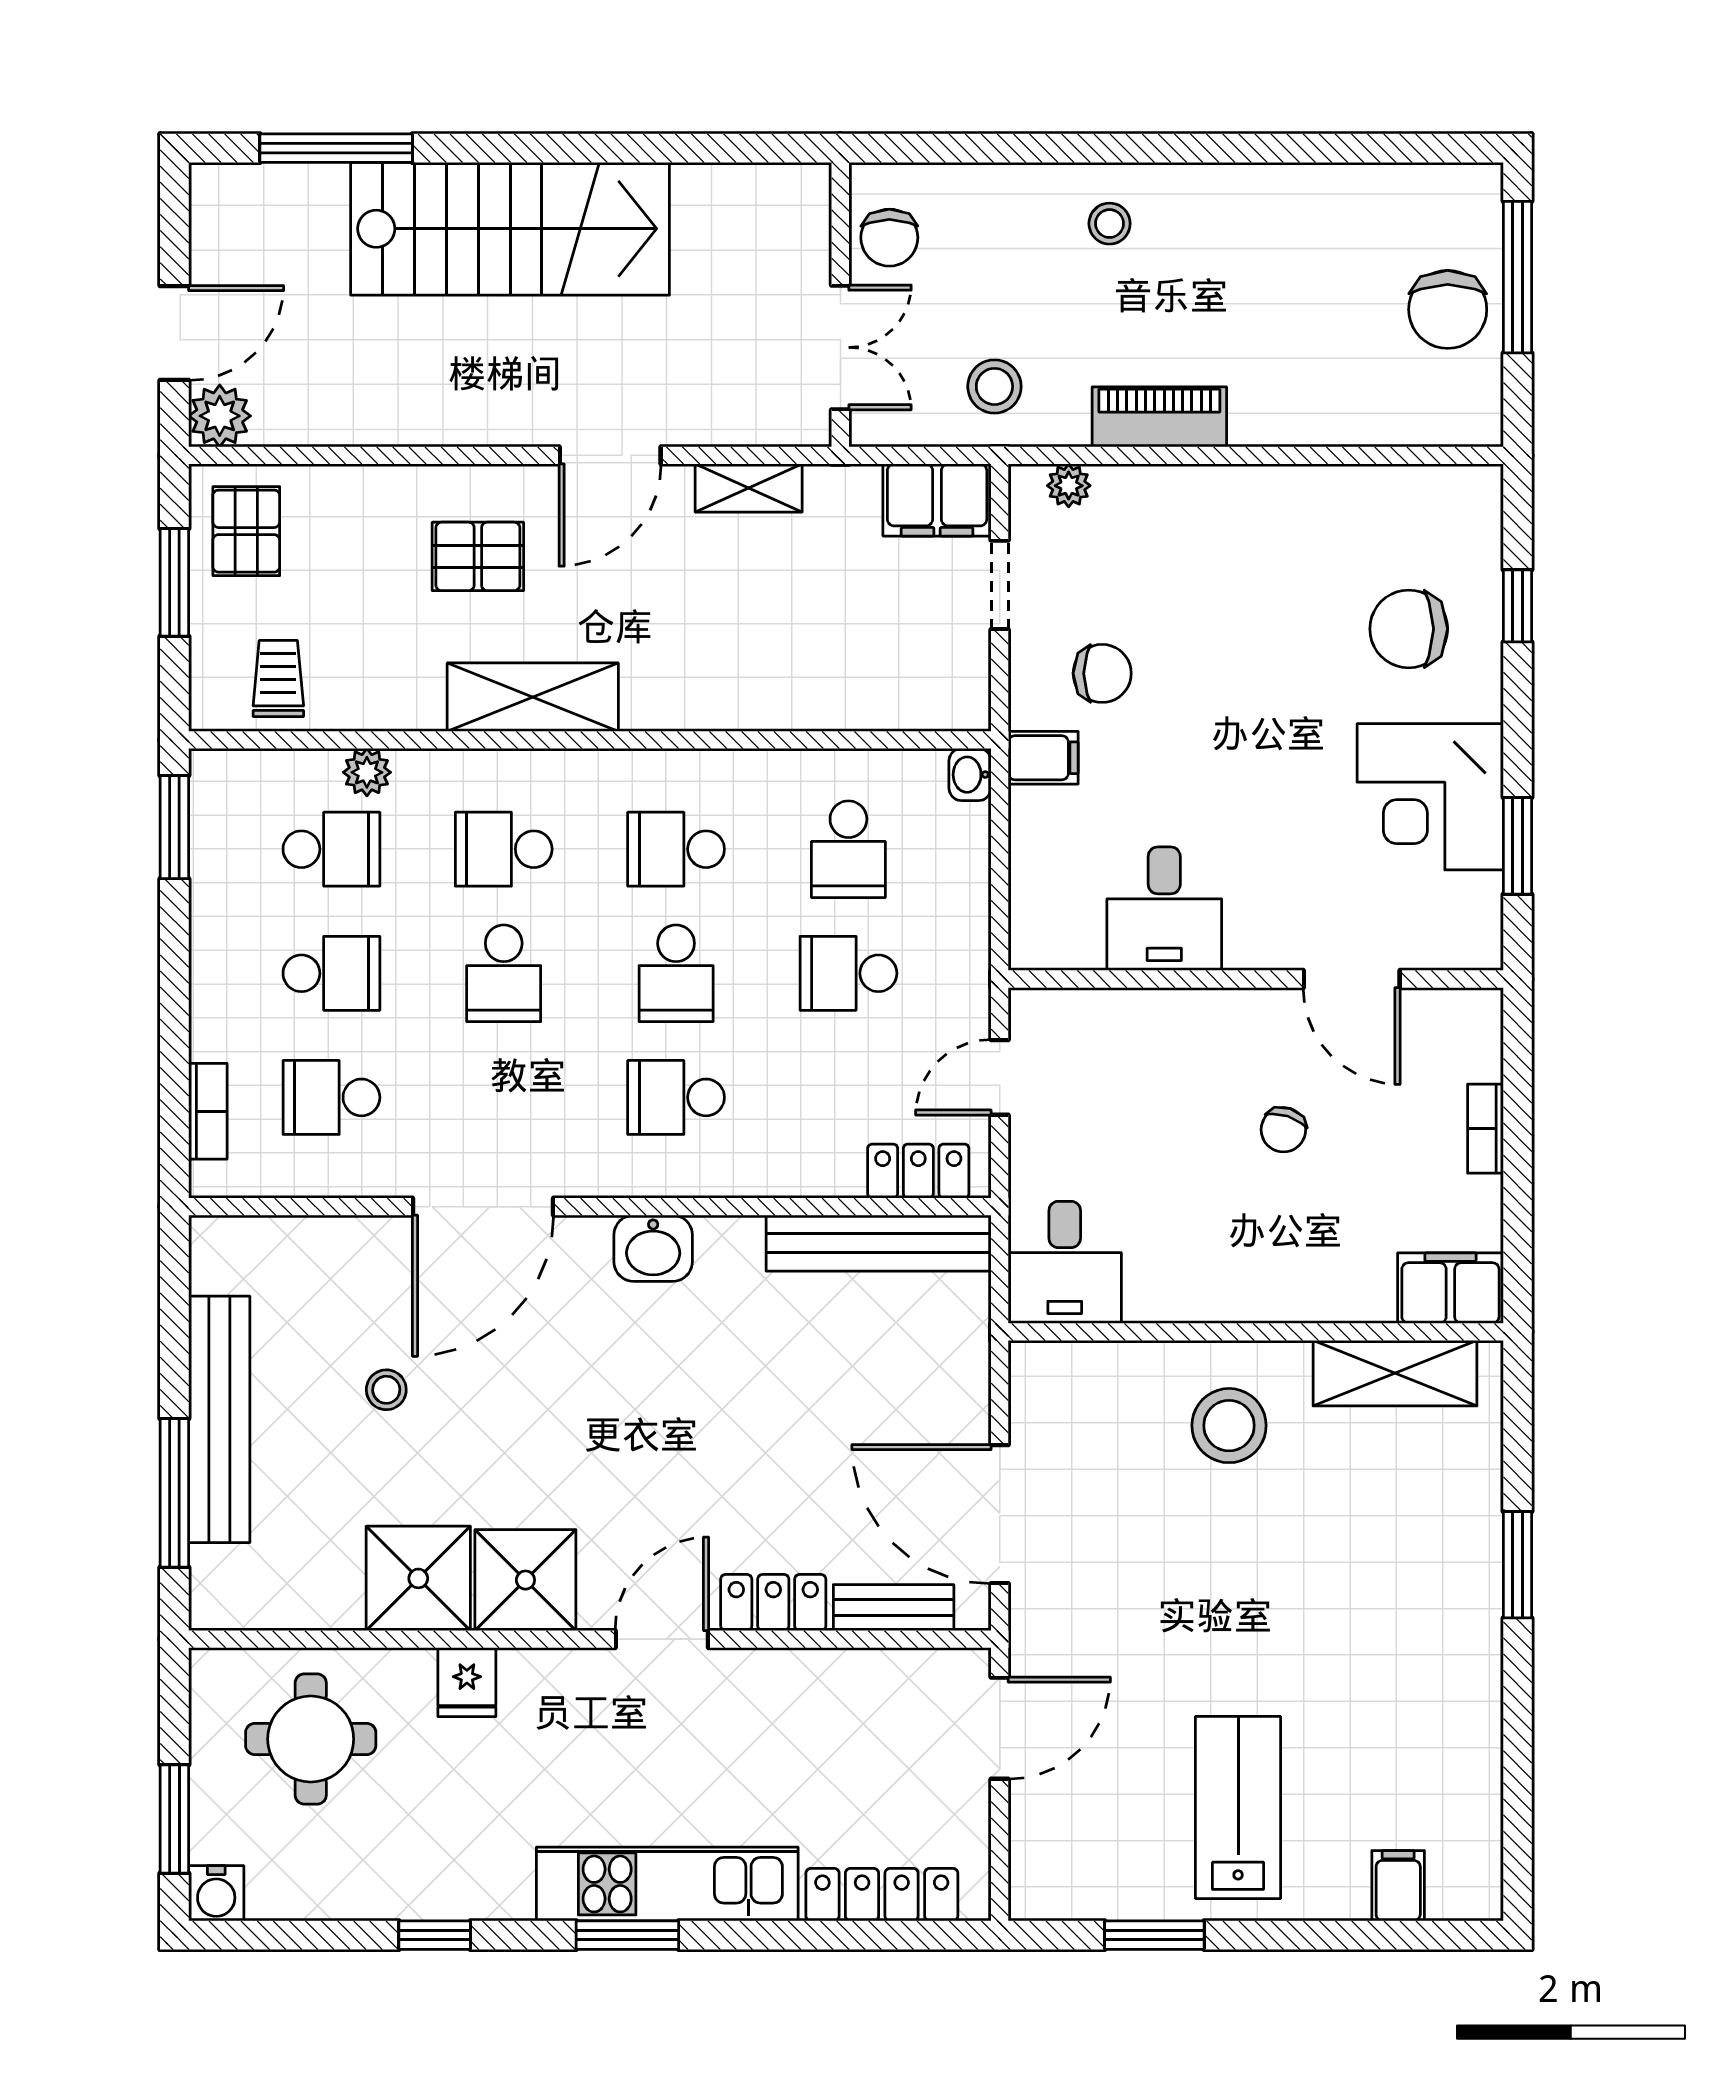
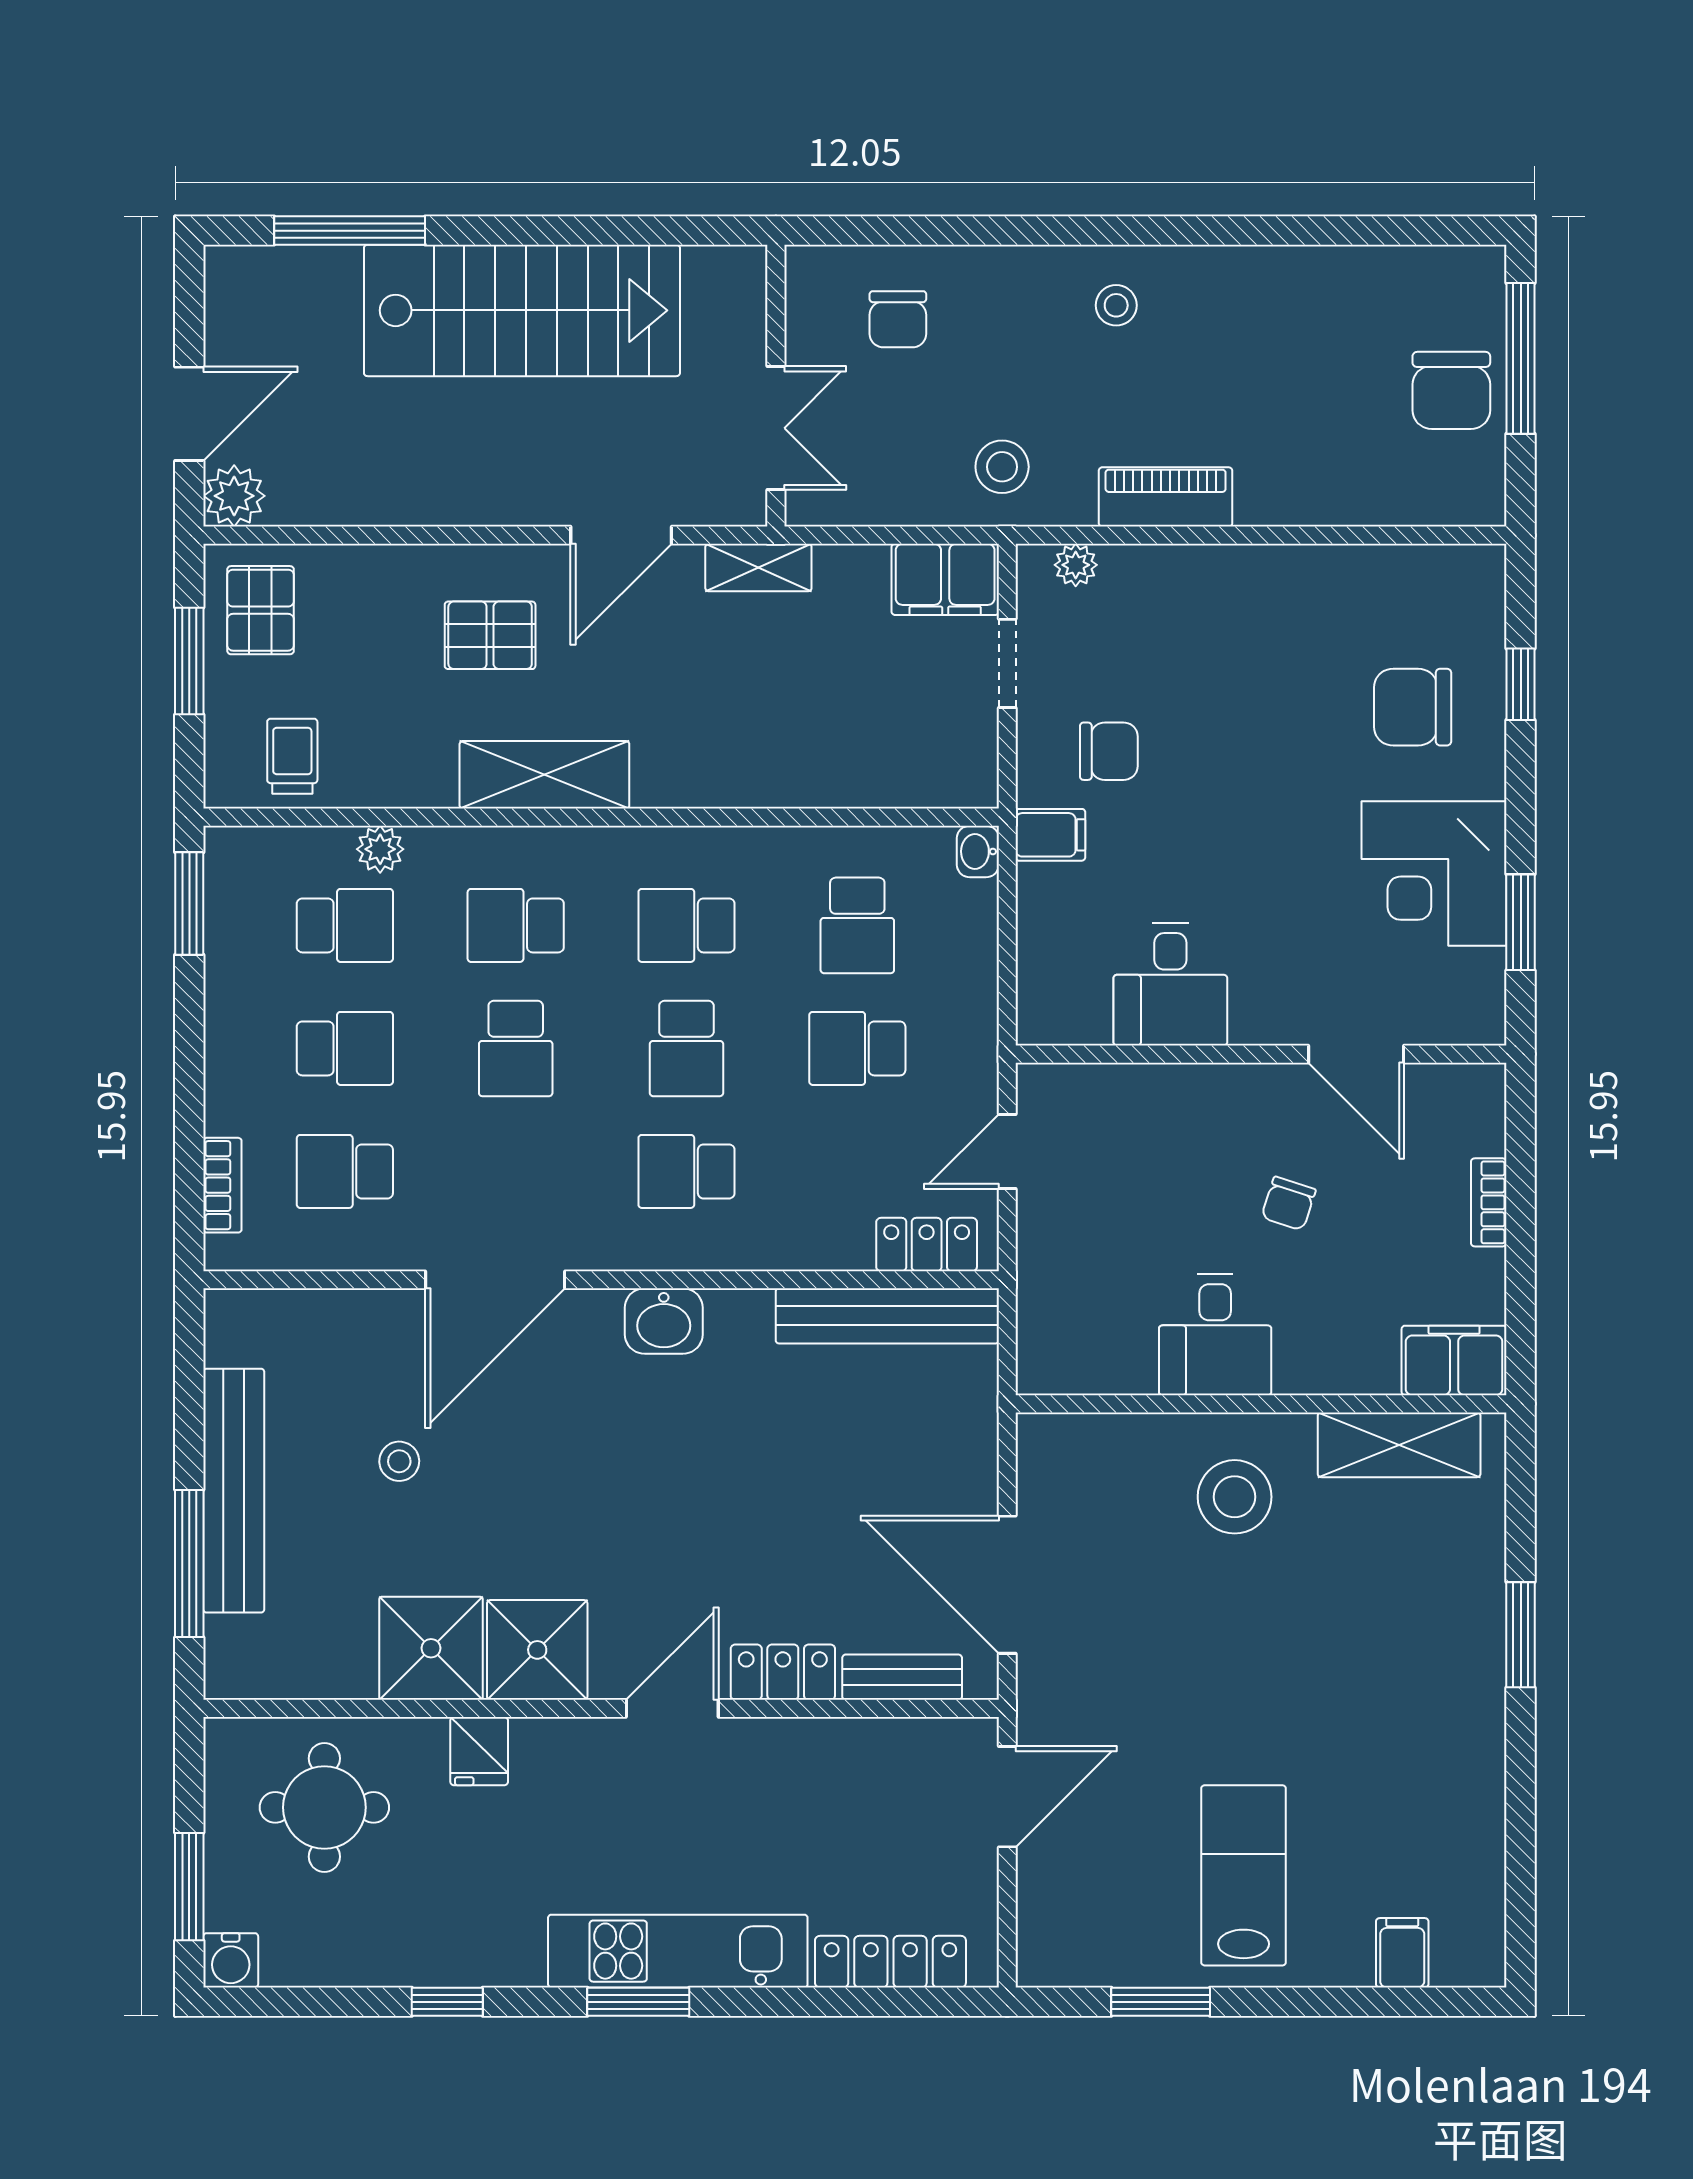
wall: (840, 305) -> (776, 386), moved
double door: (840, 347) -> (776, 428), moved
desk: (1065, 1262) -> (1215, 1335), moved

